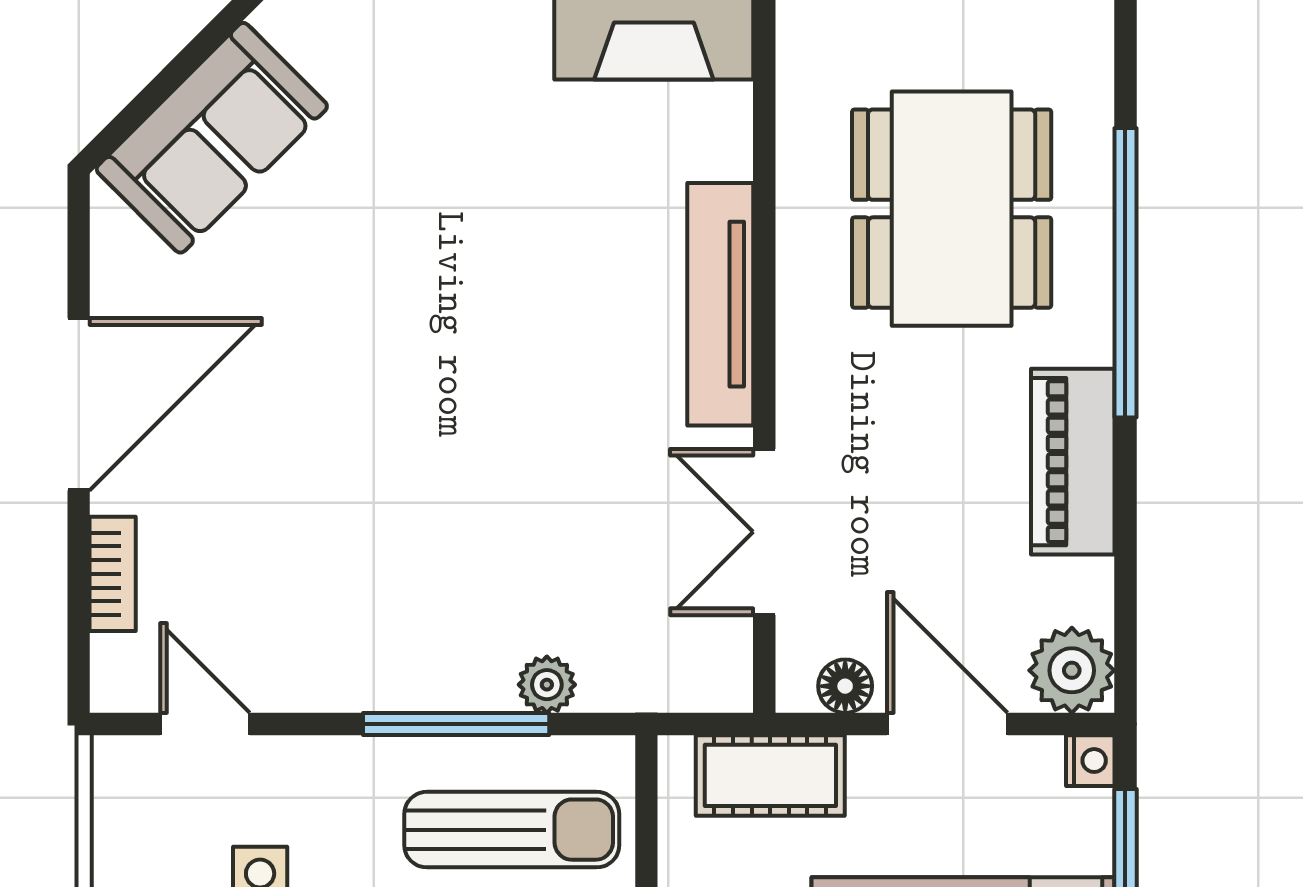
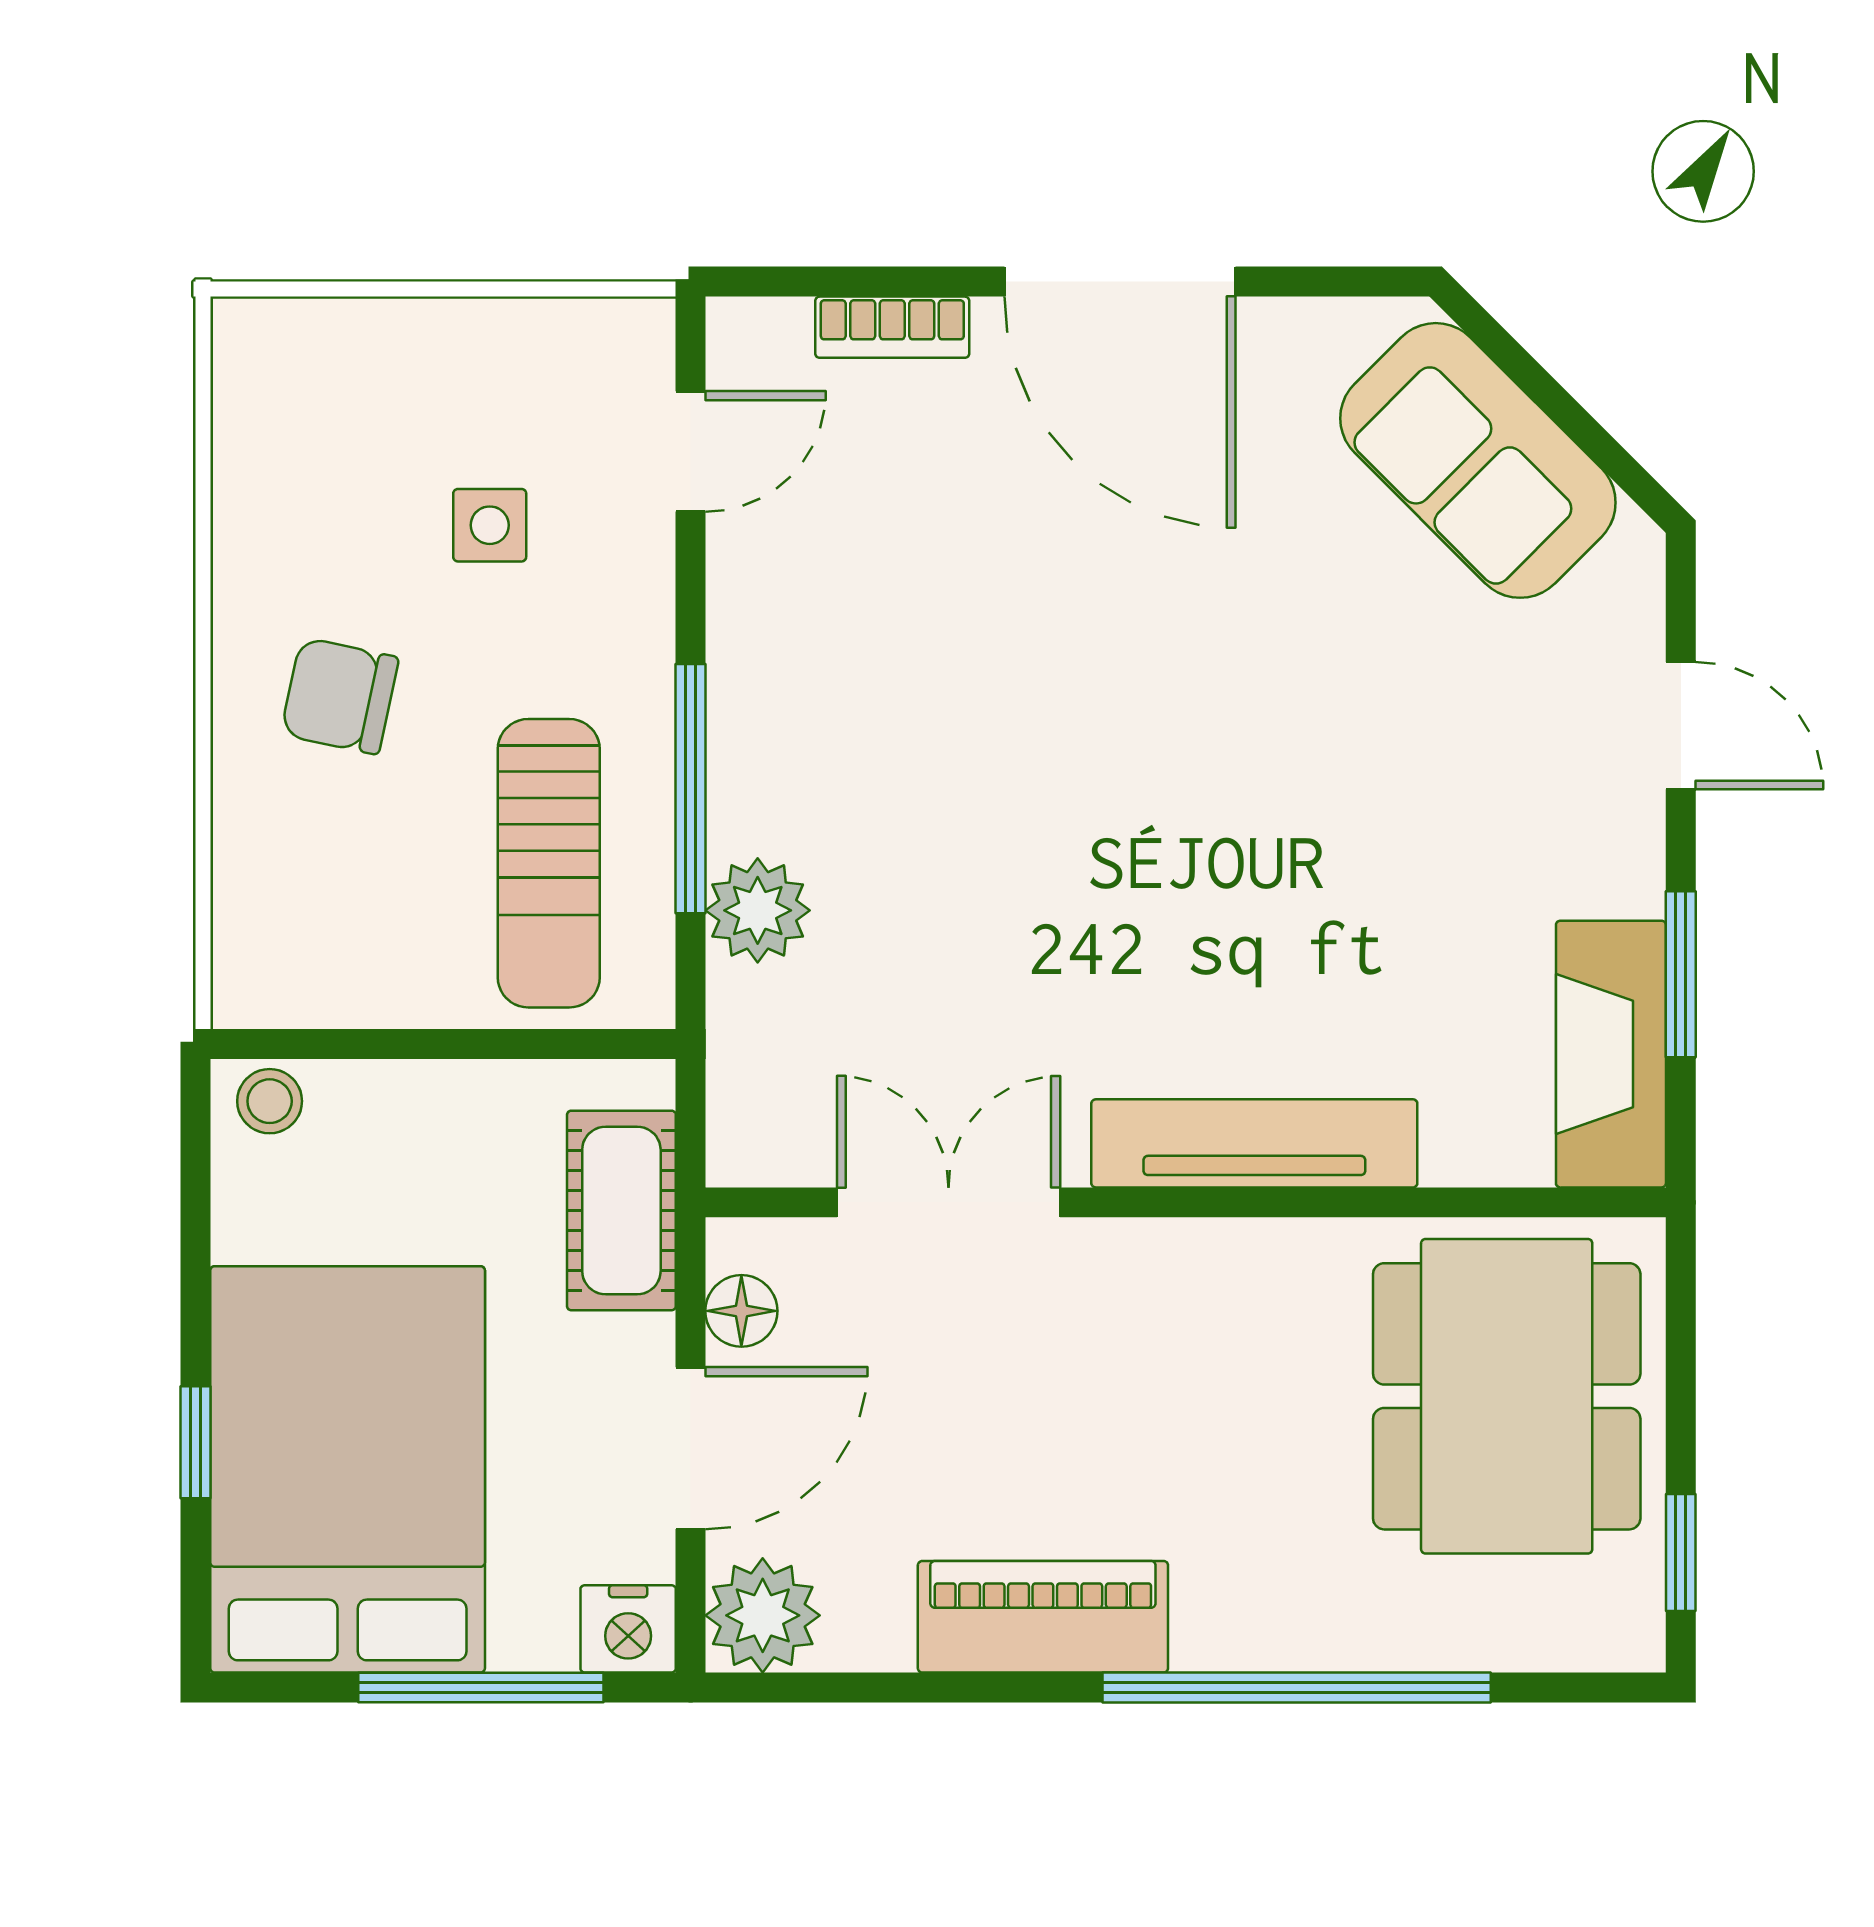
dining table: (952, 209) -> (1507, 1396), moved, turned 90
plant: (547, 685) -> (758, 910), width x1.38, depth x1.38
nightstand: (1090, 761) -> (628, 1629), width x1.39, depth x1.35

